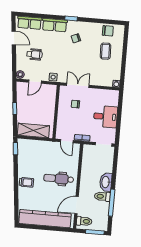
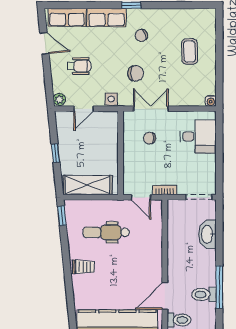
chair: (108, 31) -> (136, 73), moved
desk: (105, 117) -> (198, 136), moved
dental chair: (59, 179) -> (106, 232), moved
washbasin: (106, 182) -> (207, 234), moved
toilet: (102, 196) -> (204, 294), moved

